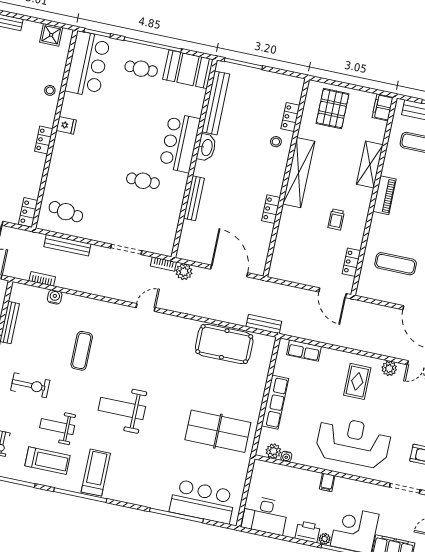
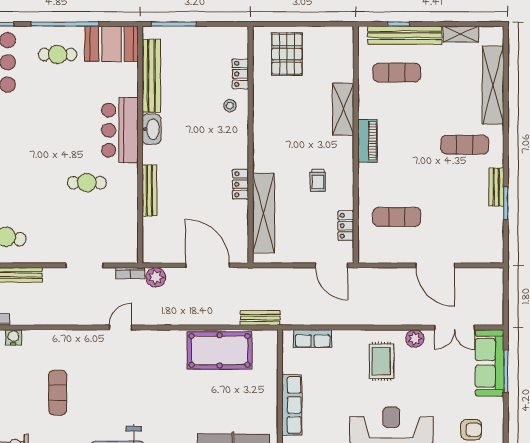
filing cabinet: (383, 107) -> (344, 40), removed
shelving: (299, 173) -> (263, 213), moved

